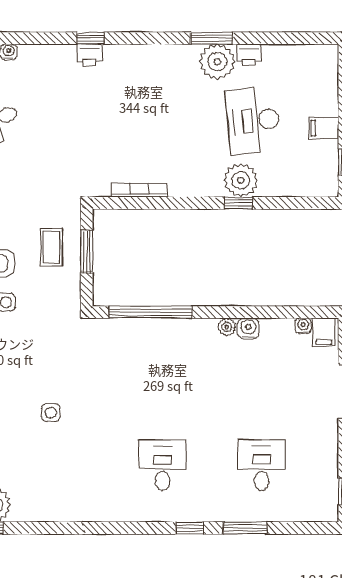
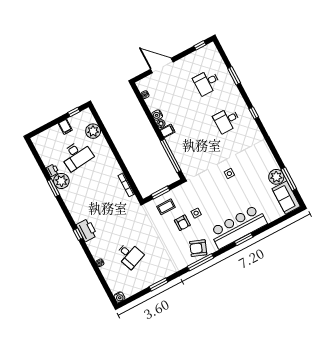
printer: (89, 55) -> (87, 230), width x1.87, depth x1.48
plant: (241, 180) -> (93, 131), moved
window: (238, 203) -> (111, 144), removed
filing cabinet: (324, 332) -> (167, 131), moved
window: (190, 528) -> (254, 113), moved

